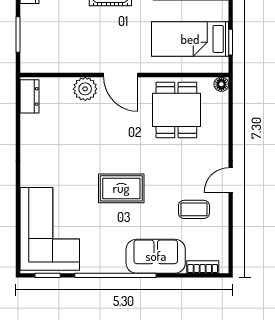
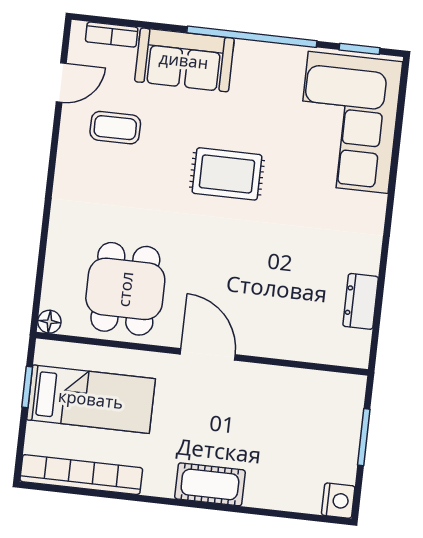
plant: (85, 89) -> (267, 339), removed
dresser: (29, 96) -> (361, 301), moved
door: (231, 180) -> (61, 83), moved

